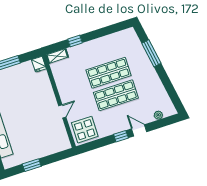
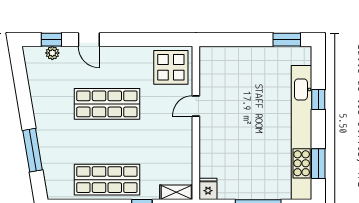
shop shelf: (109, 73) -> (107, 180), moved
window: (121, 136) -> (51, 40), moved
window: (32, 165) -> (287, 40), moved

